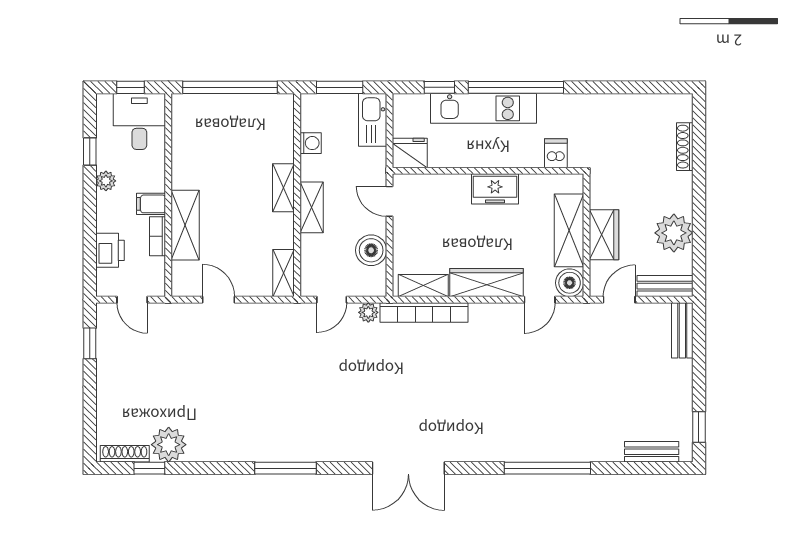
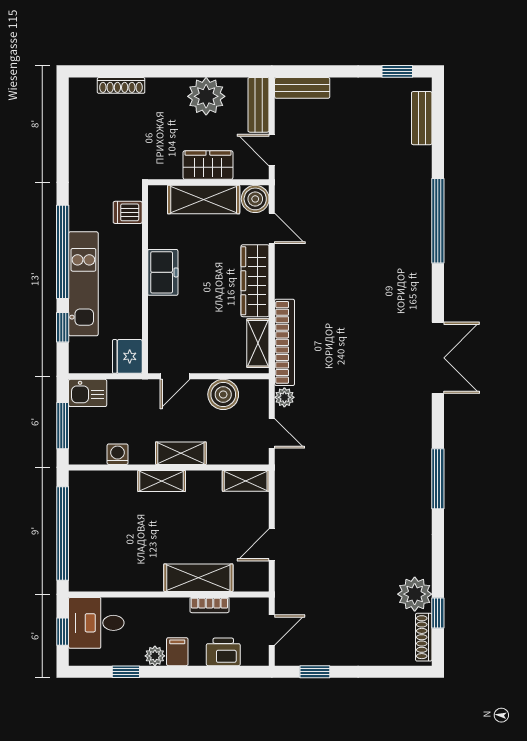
kitchen sink: (373, 120) -> (88, 393), width x0.73
filing cabinet: (151, 204) -> (177, 652), moved, turned 180

